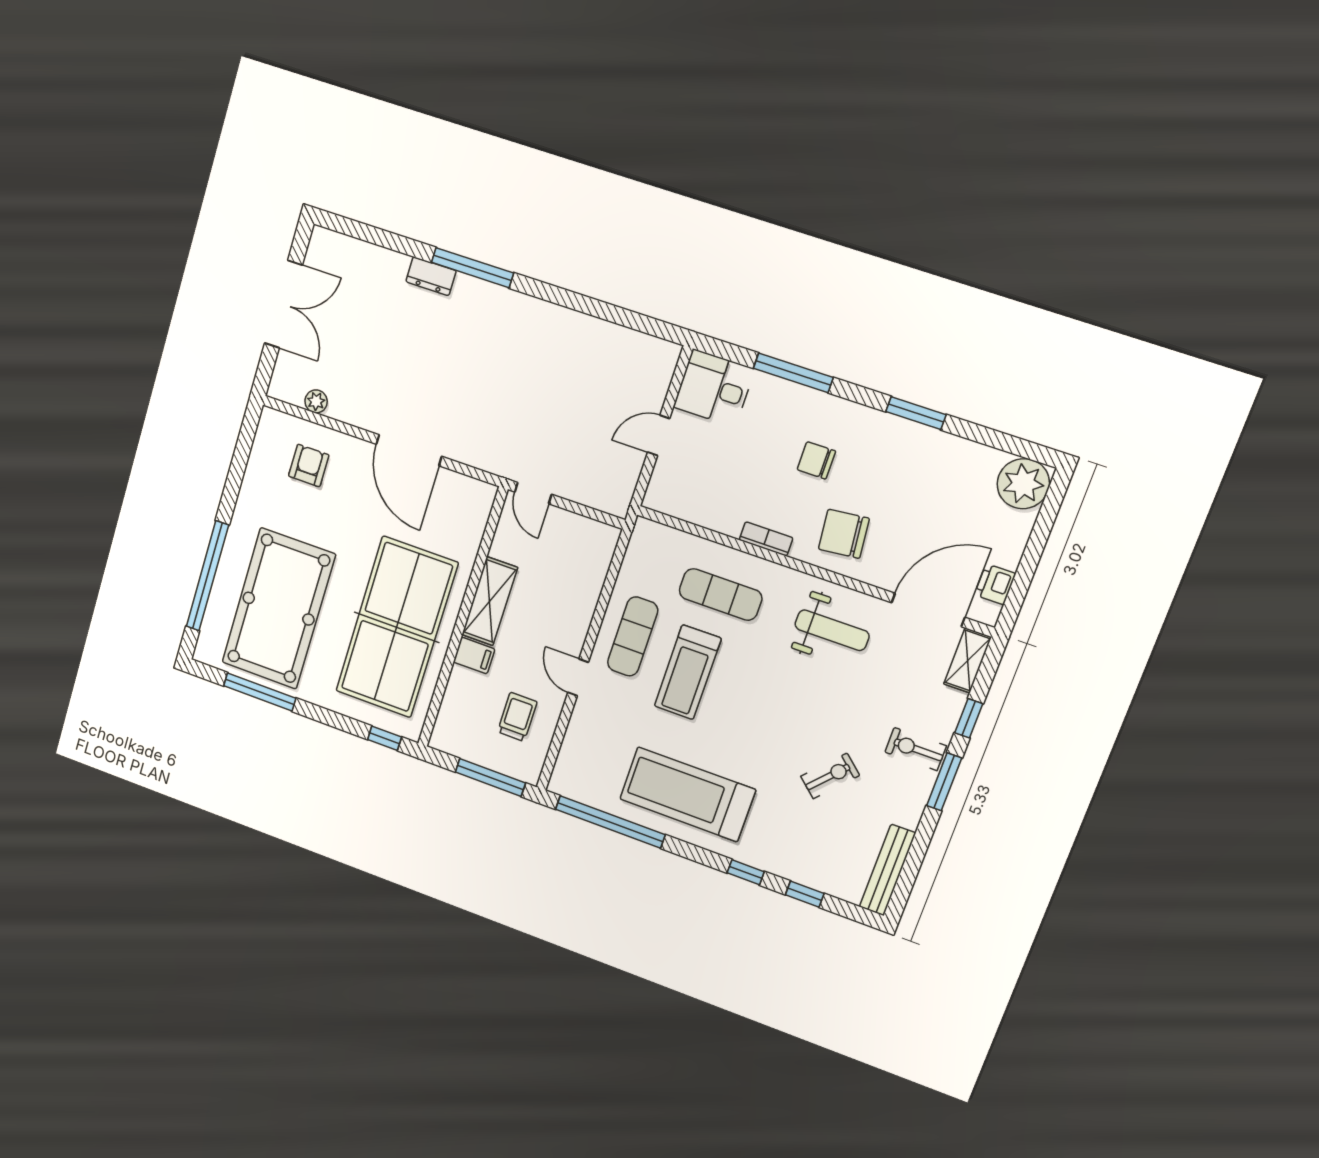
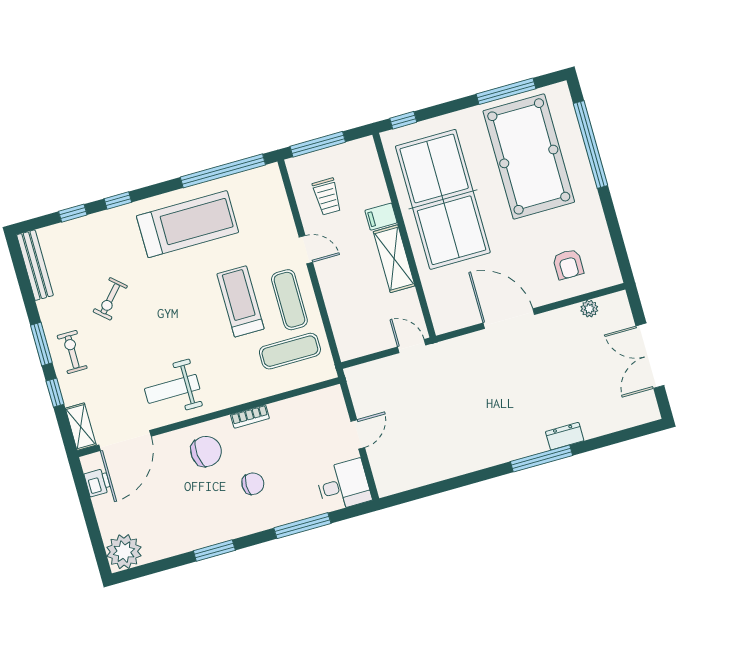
exercise mat: (721, 594) -> (290, 351), moved
exercise bike: (916, 749) -> (72, 352), turned -90

